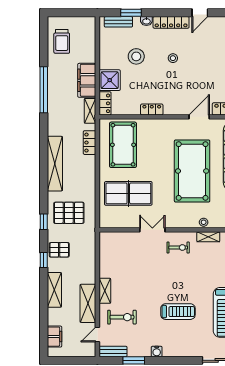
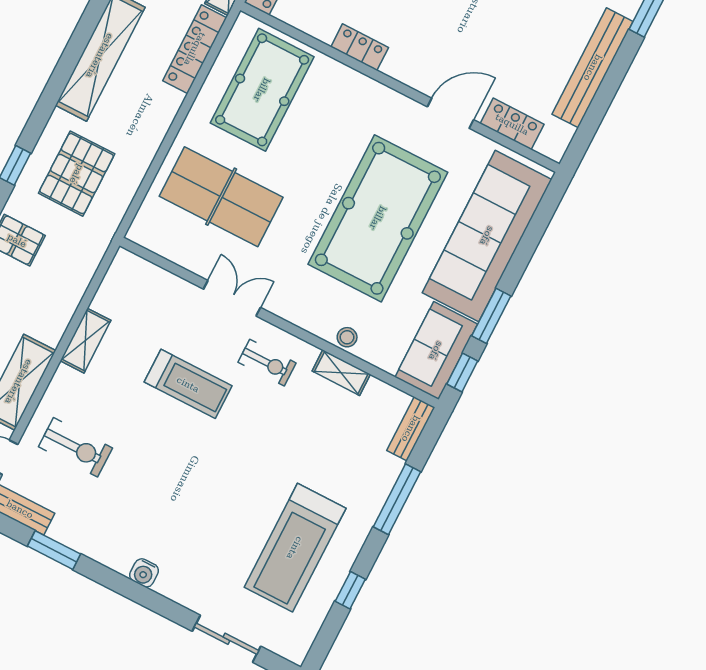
locker: (89, 143) -> (195, 49), width x1.53
pallet: (69, 213) -> (77, 174), turned 90
shelving: (105, 291) -> (86, 341), moved
treadmill: (178, 312) -> (188, 384), moved
water cooler: (157, 351) -> (144, 573), moved

